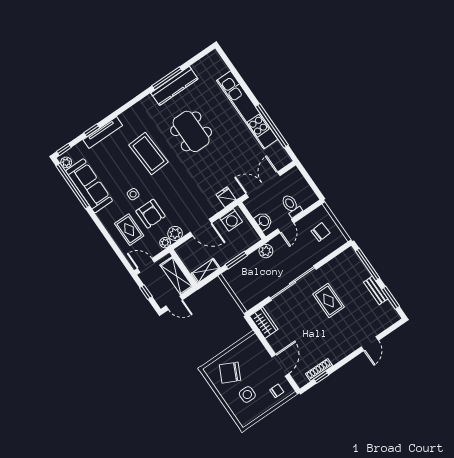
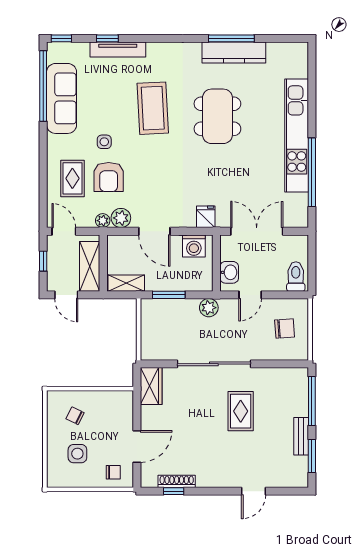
plant: (66, 162) -> (54, 55), removed
toilet: (291, 206) -> (296, 276), moved
chair: (230, 373) -> (75, 416), width x0.54, depth x0.54

